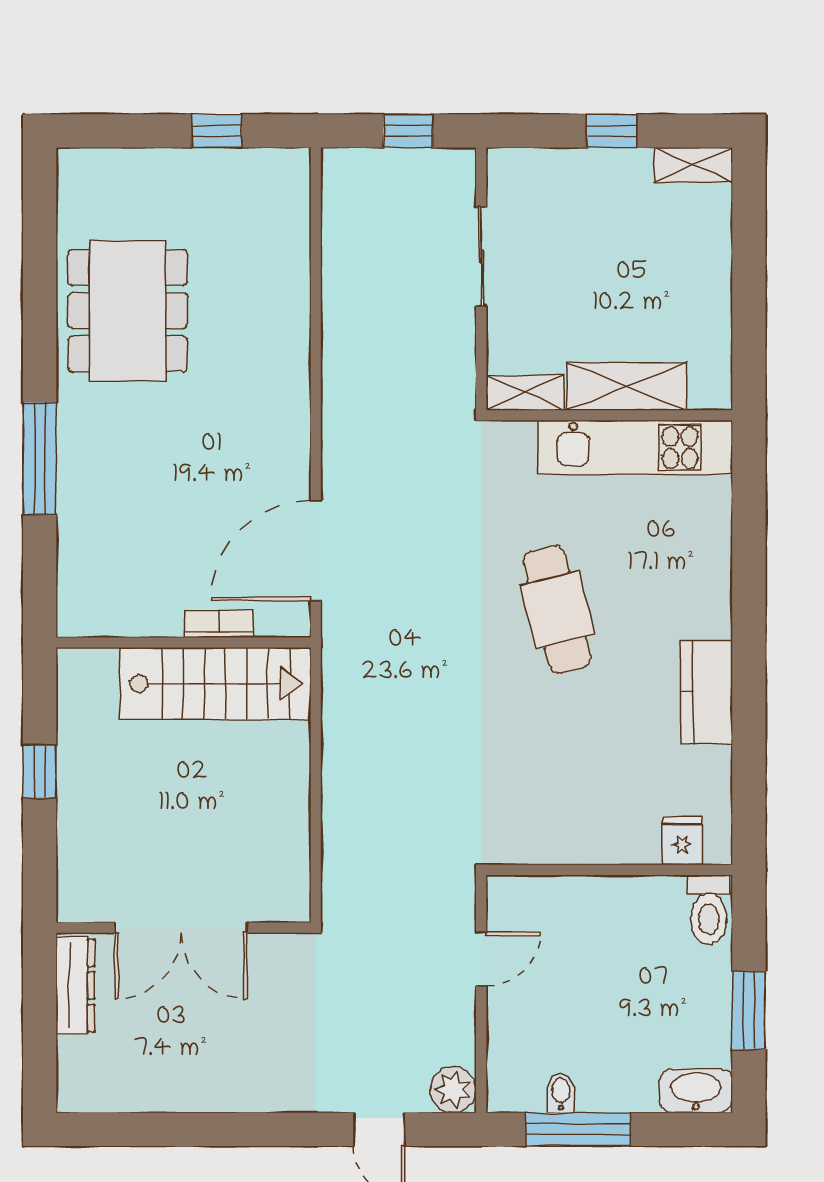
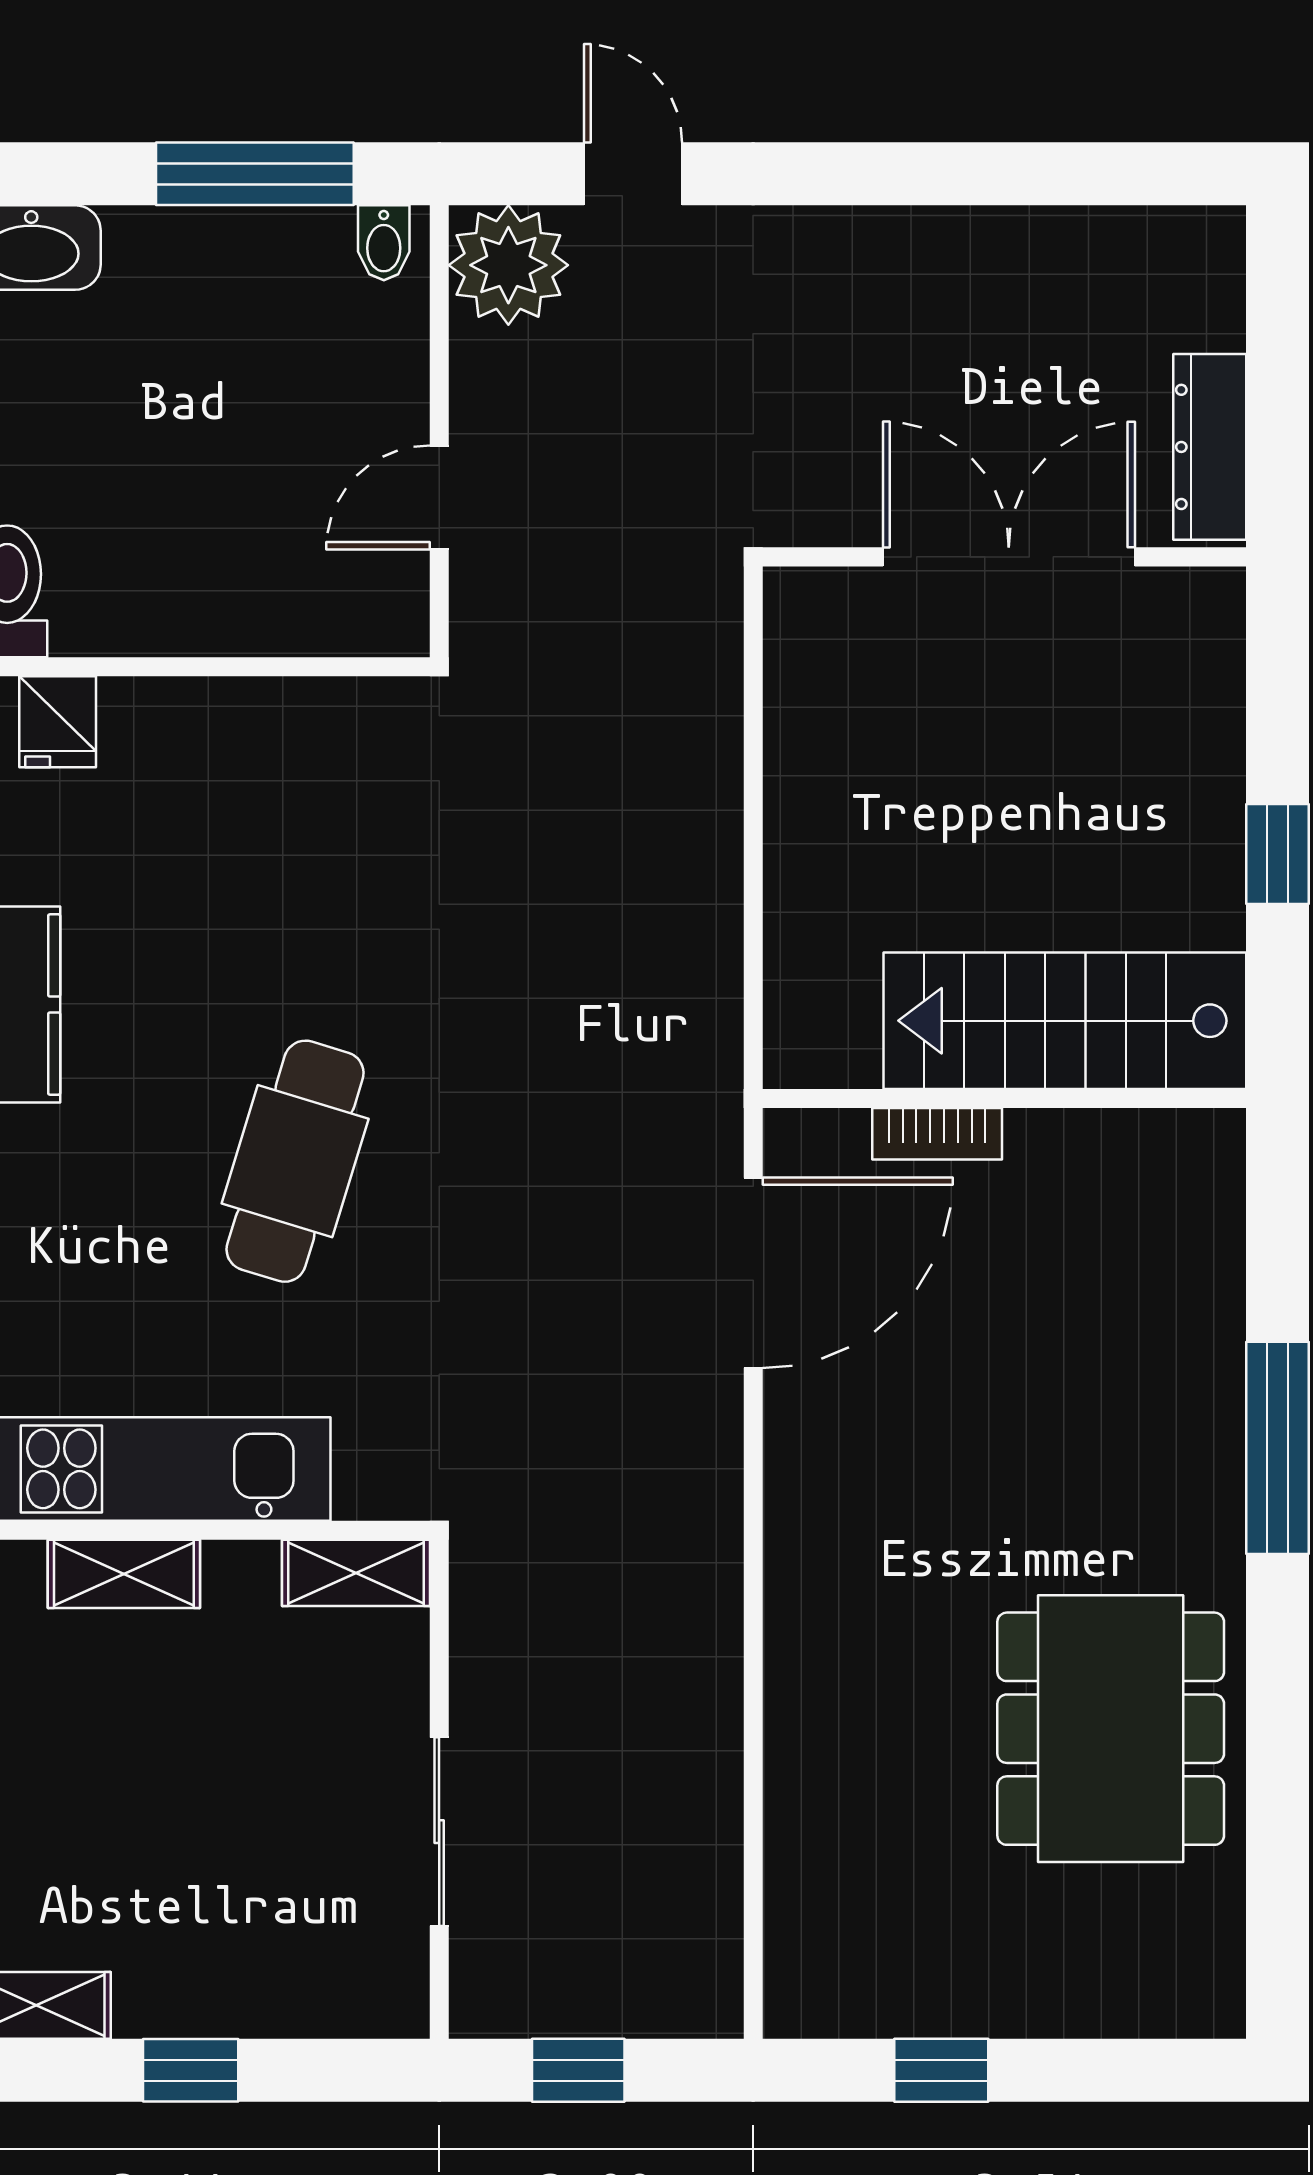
shelving: (627, 386) -> (124, 1574), width x0.67, depth x0.75
cafe table: (557, 610) -> (295, 1161), turned 31
stairs: (215, 684) -> (1065, 1021), moved
plant: (453, 1090) -> (508, 265), width x1.36, depth x1.36
bidet: (561, 1093) -> (384, 243), moved

